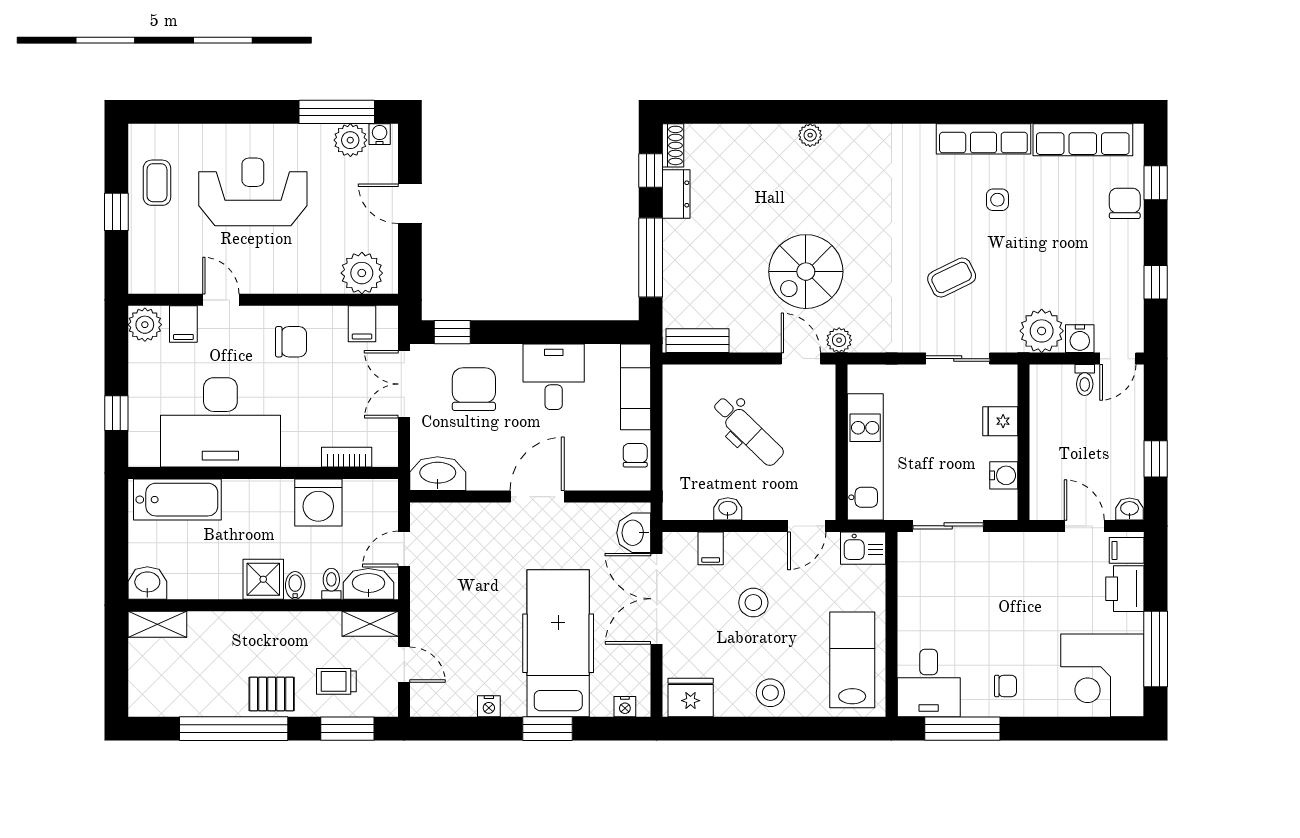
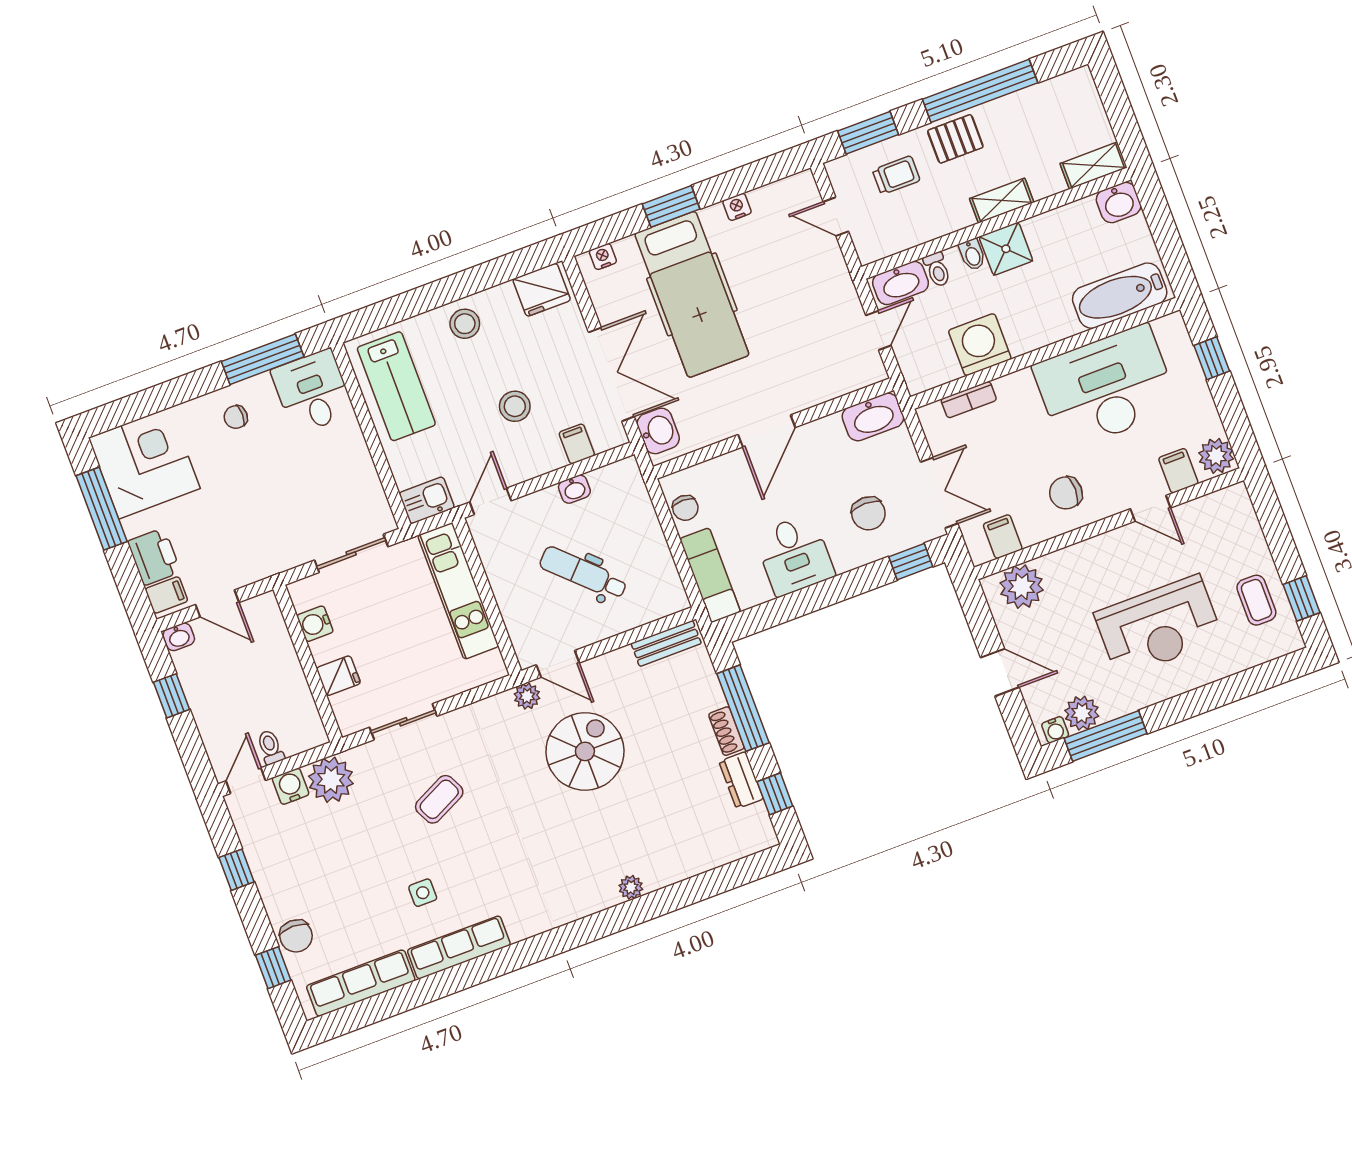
shoe rack: (673, 145) -> (726, 731), moved
window: (116, 212) -> (1302, 598), moved
chair: (474, 389) -> (868, 513), width x0.73, depth x0.73
shelving: (370, 624) -> (1002, 201), moved

